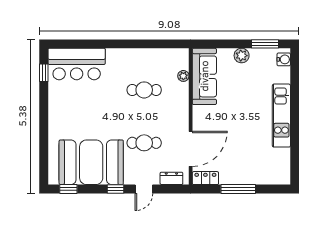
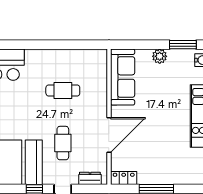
plant: (183, 76) -> (102, 77), removed
cafe table: (144, 143) -> (63, 143), turned 90
door: (191, 149) -> (109, 135), moved

